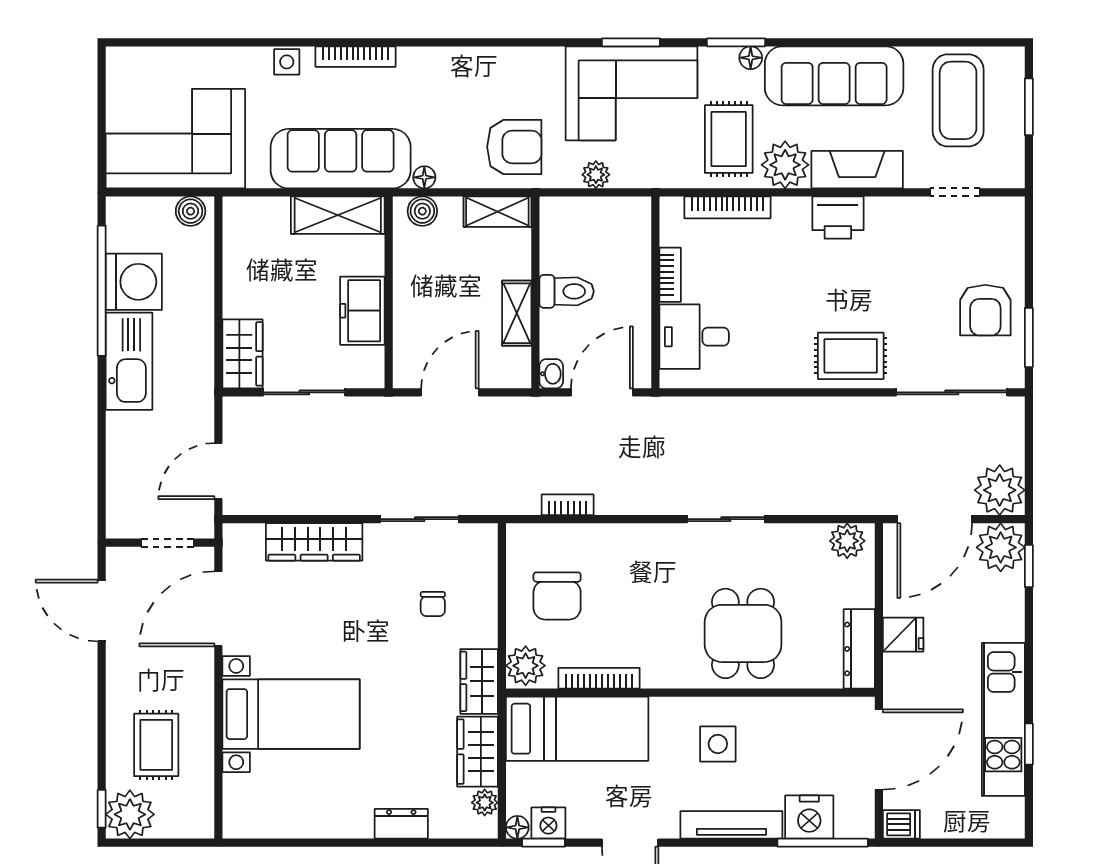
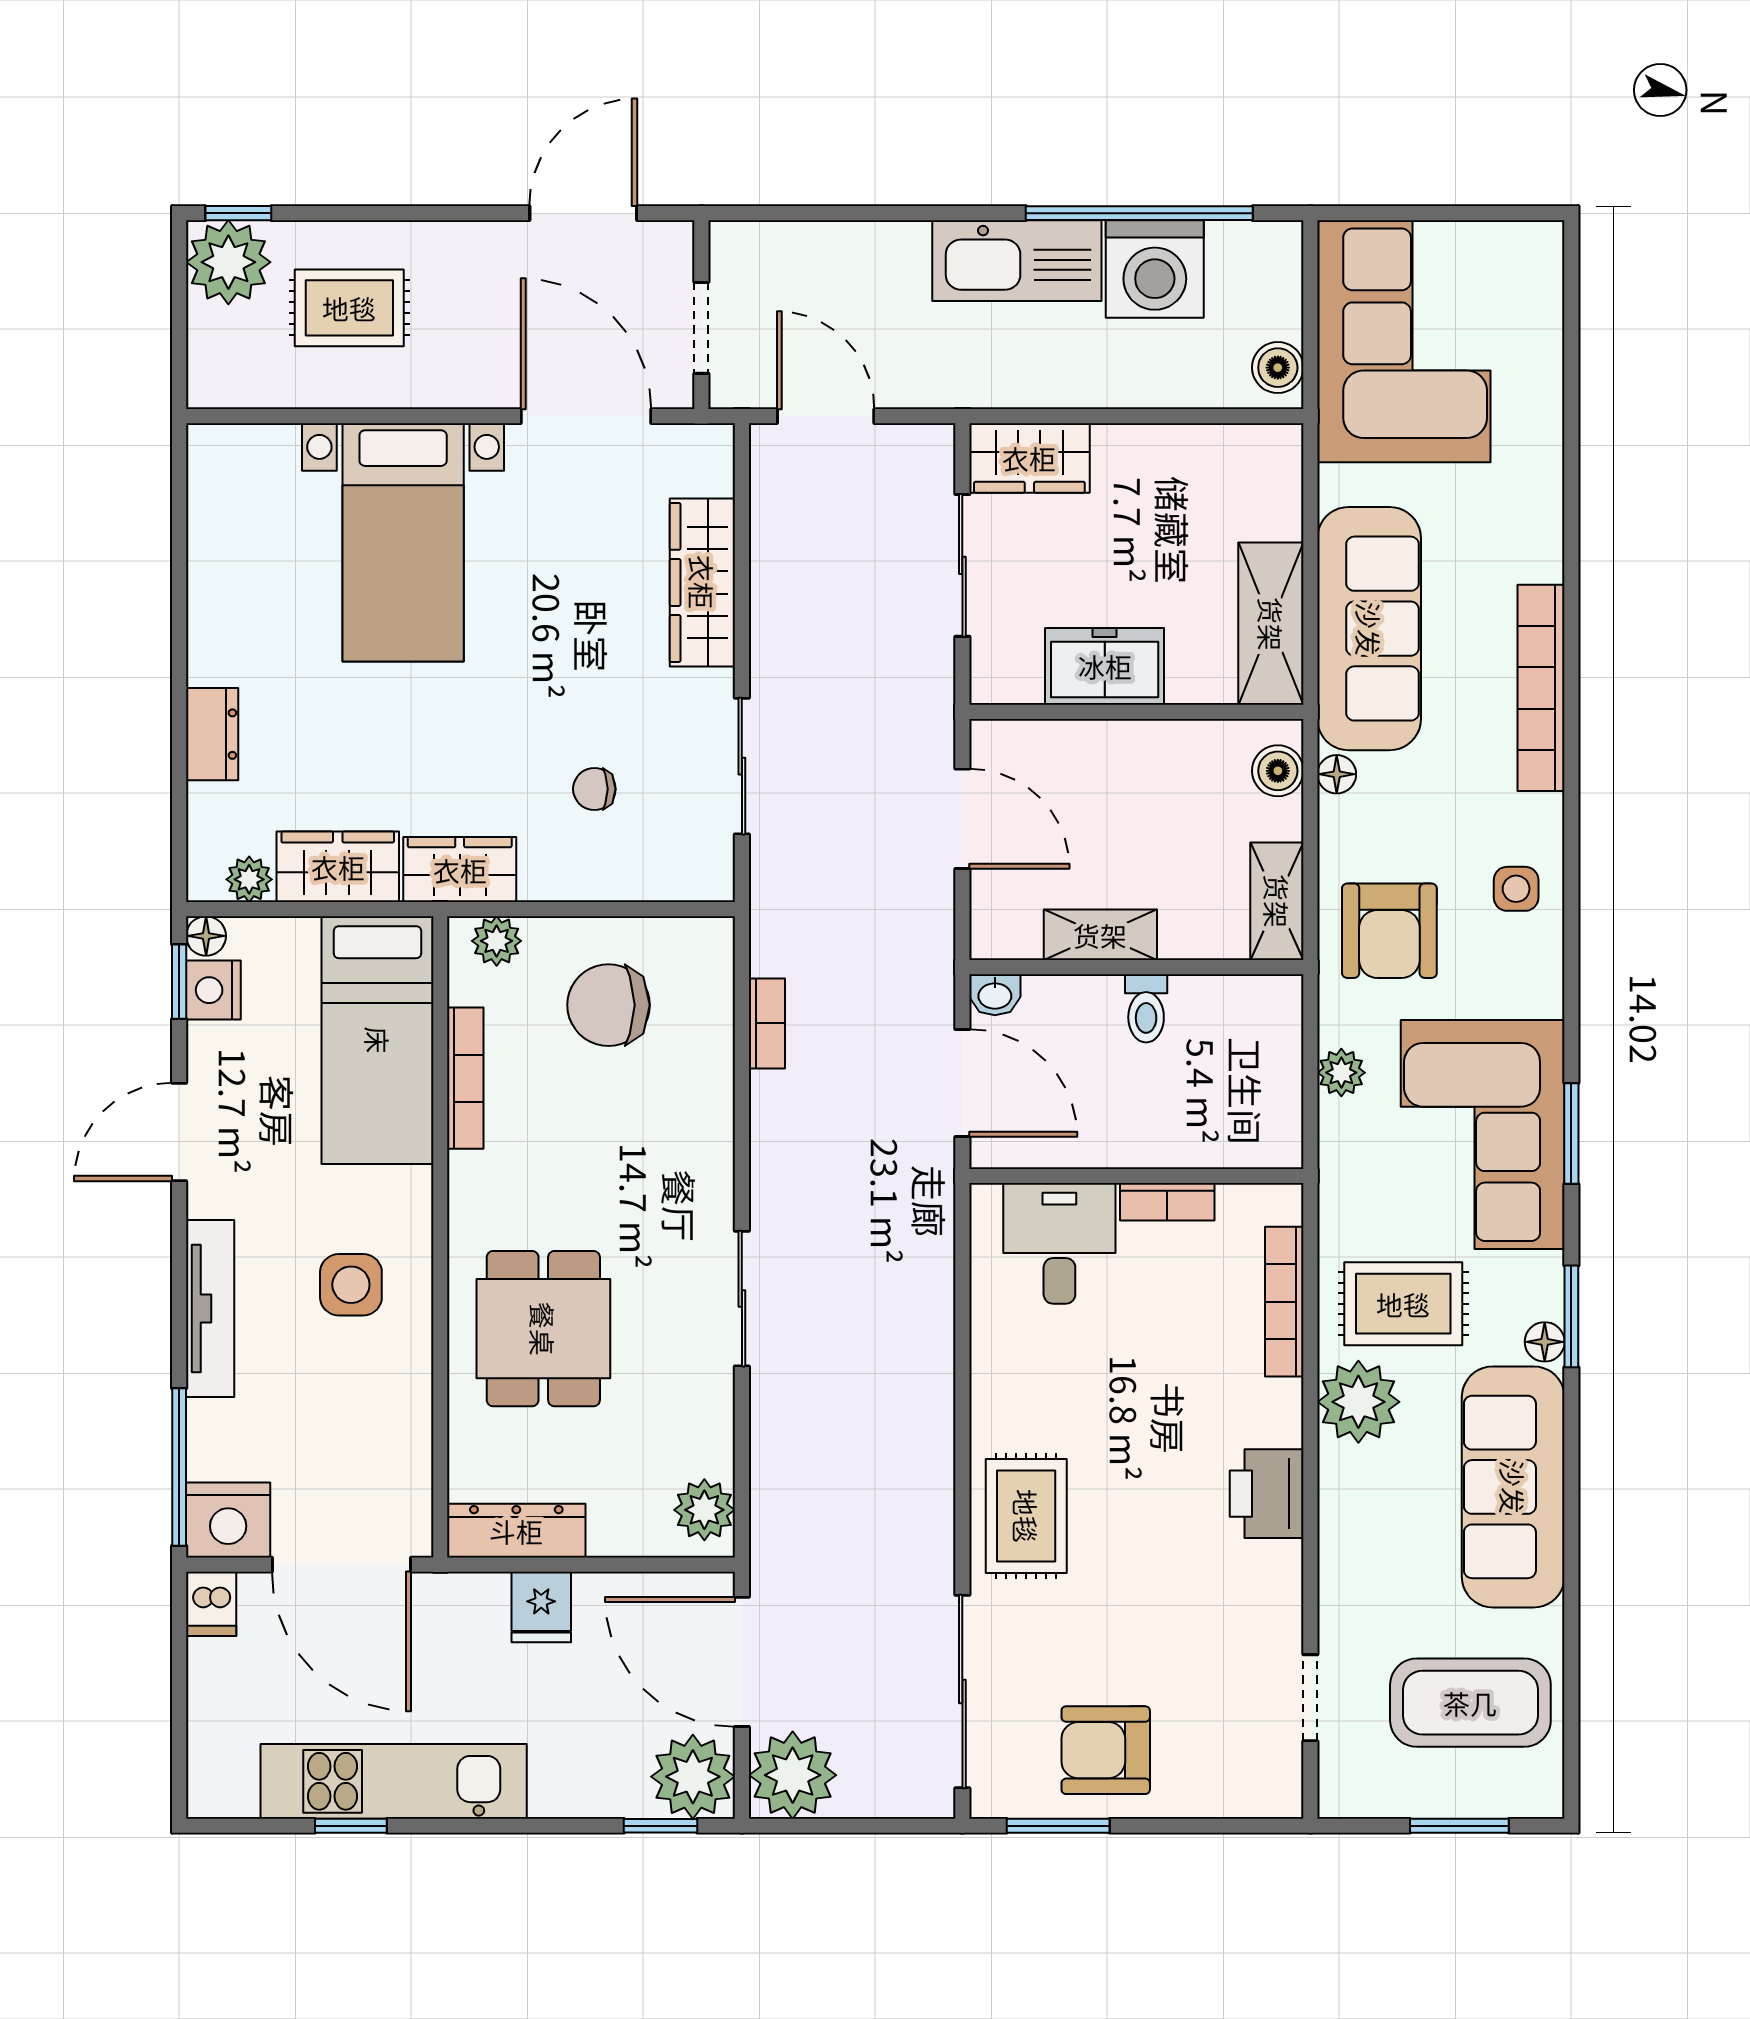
bookcase: (355, 57) -> (1541, 688), width x1.48, depth x1.31
side table: (287, 62) -> (1516, 889), moved
fireplace: (857, 170) -> (1350, 1527), removed
toilet: (567, 291) -> (1146, 1008), width x0.73, depth x0.72
dining table: (743, 633) -> (543, 1329), turned 90
plant: (526, 666) -> (497, 941), width x0.73, depth x0.73
nightstand: (809, 817) -> (228, 1520), moved, turned -90

